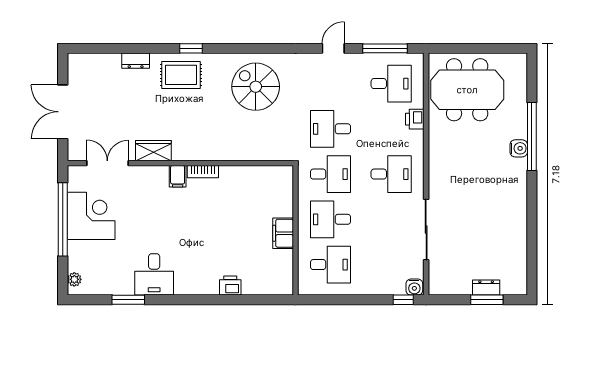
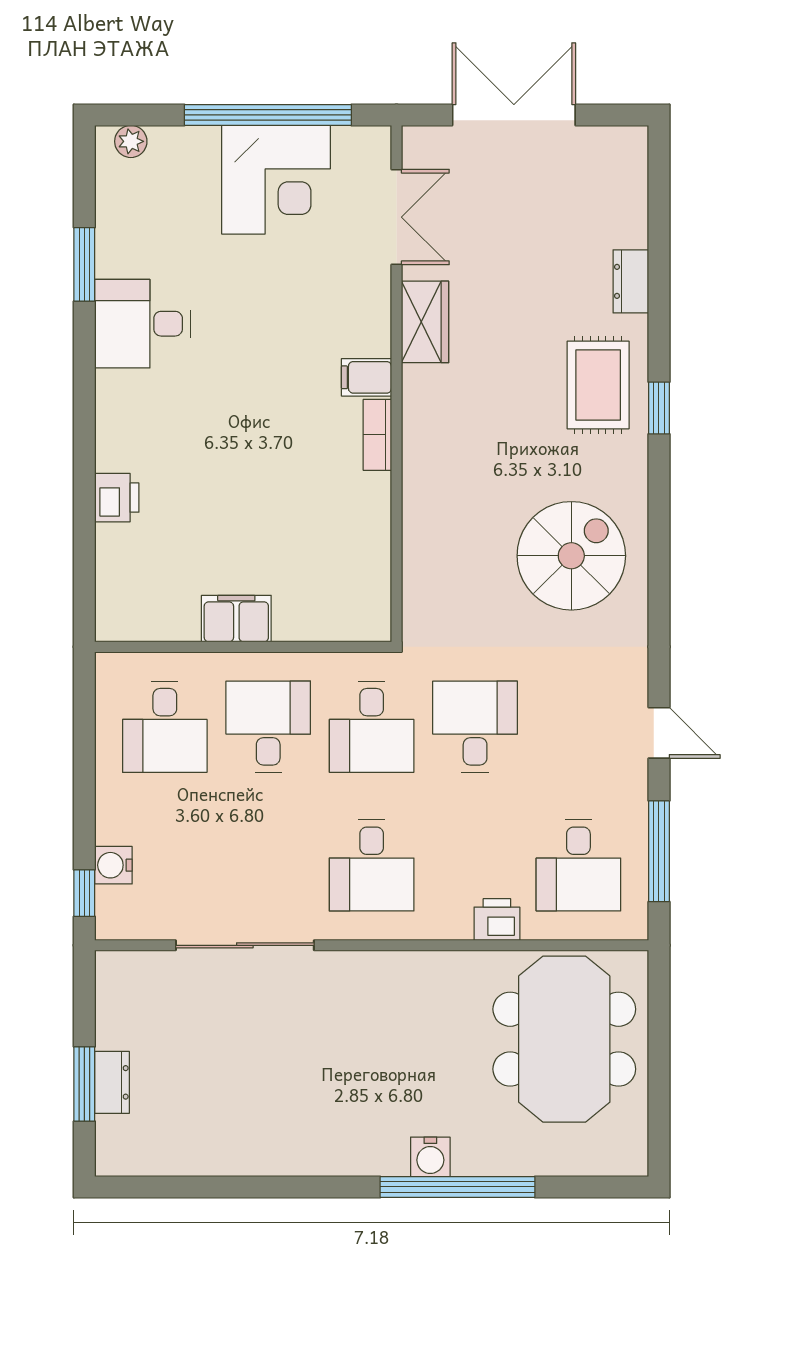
water cooler: (414, 287) -> (113, 865), moved

